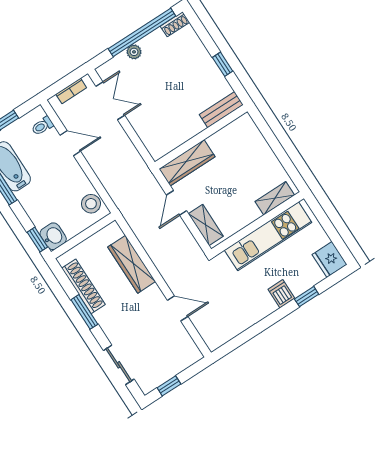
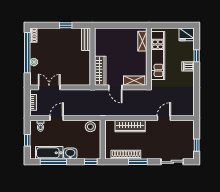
washbasin: (53, 236) -> (70, 154), moved

